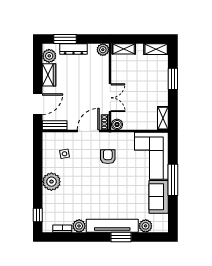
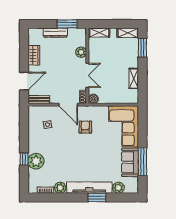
window: (65, 39) -> (67, 24), moved
plant: (103, 50) -> (81, 52), moved
plant: (49, 56) -> (34, 39), removed
window: (173, 79) -> (142, 48), moved
shelving: (163, 118) -> (134, 79), moved
door: (88, 131) -> (68, 105), swing flipped
window: (173, 180) -> (142, 162), moved
plant: (51, 182) -> (36, 161), moved
window: (38, 215) -> (24, 159), moved

